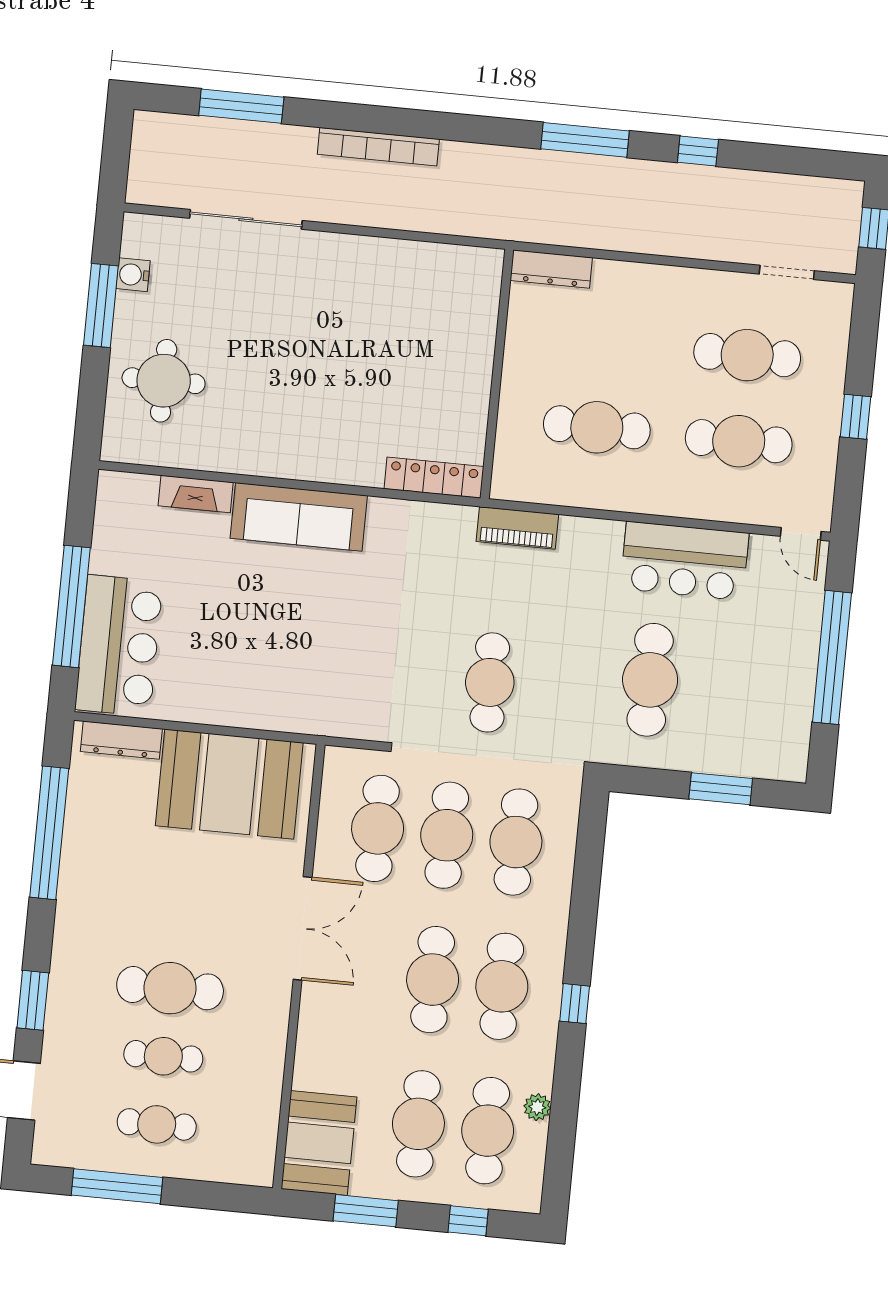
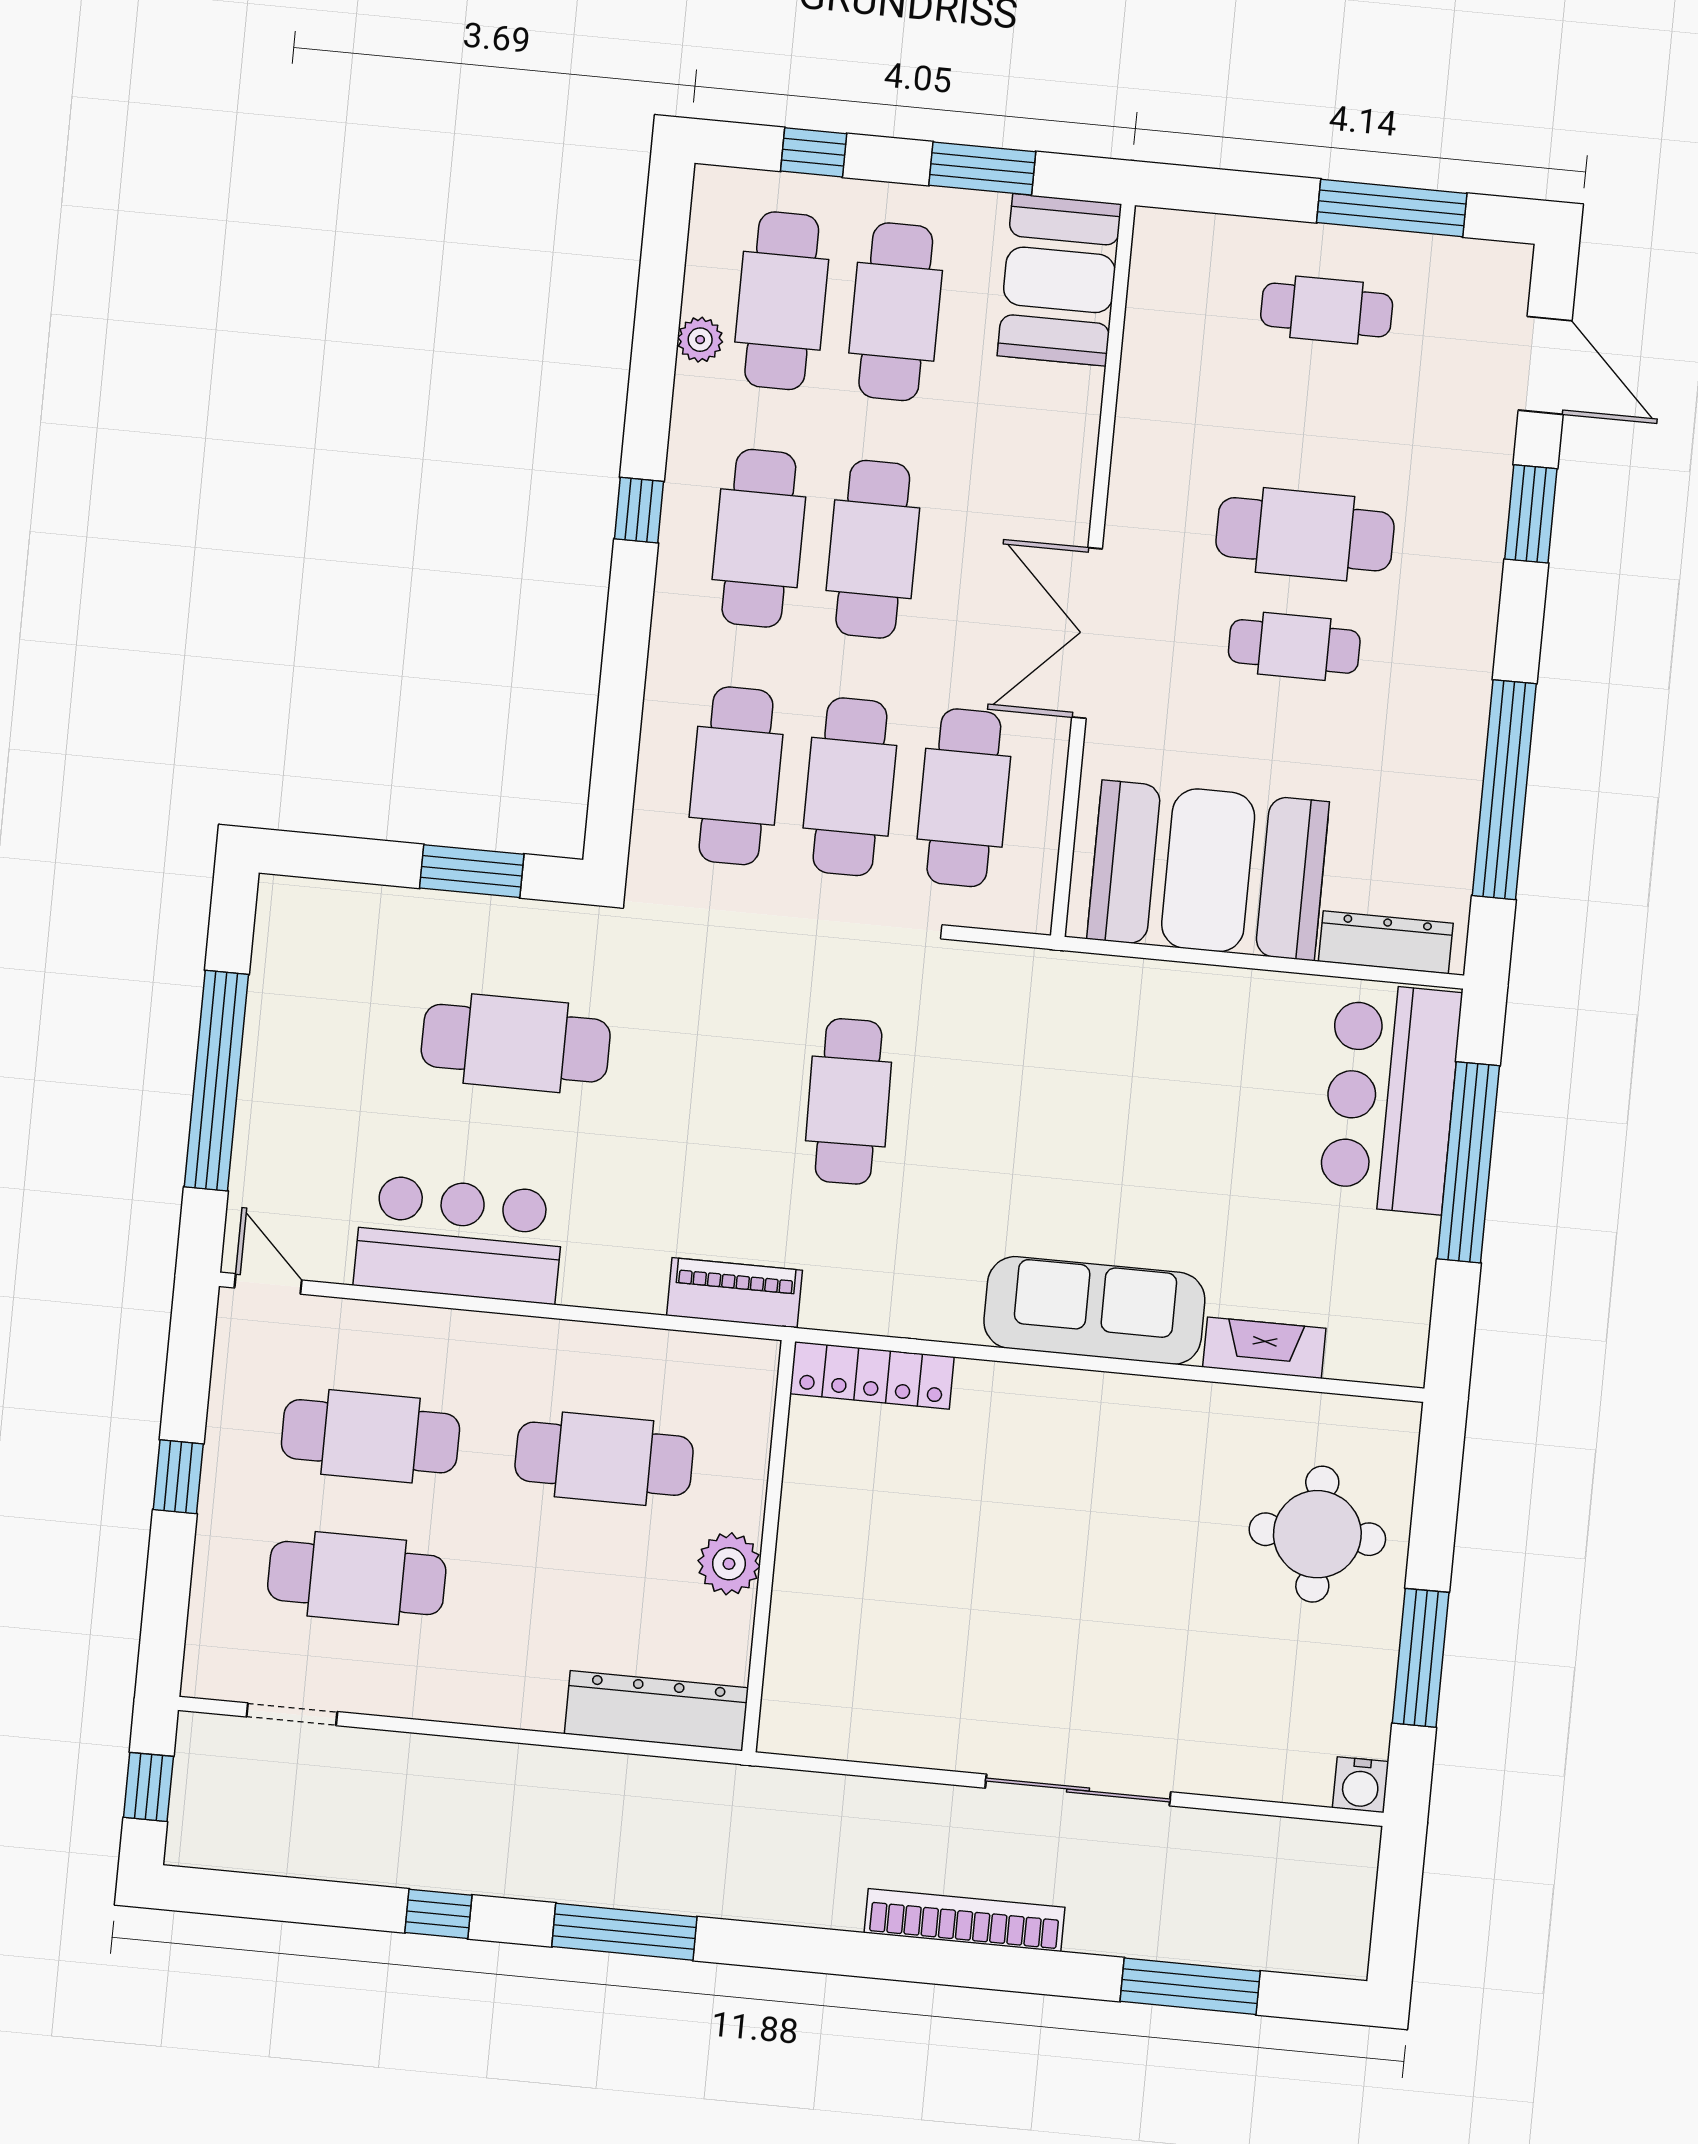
sliding door: (246, 219) -> (1078, 1790), moved
dresser: (551, 269) -> (656, 1711), width x1.37, depth x1.24
water cooler: (133, 275) -> (1361, 1785), moved, turned 90
plant: (521, 363) -> (729, 1564), added
cafe table: (650, 680) -> (516, 1043), turned 90
cafe table: (490, 682) -> (849, 1101), moved
window: (721, 789) -> (472, 871), moved
cafe table: (163, 1056) -> (1294, 646), moved

